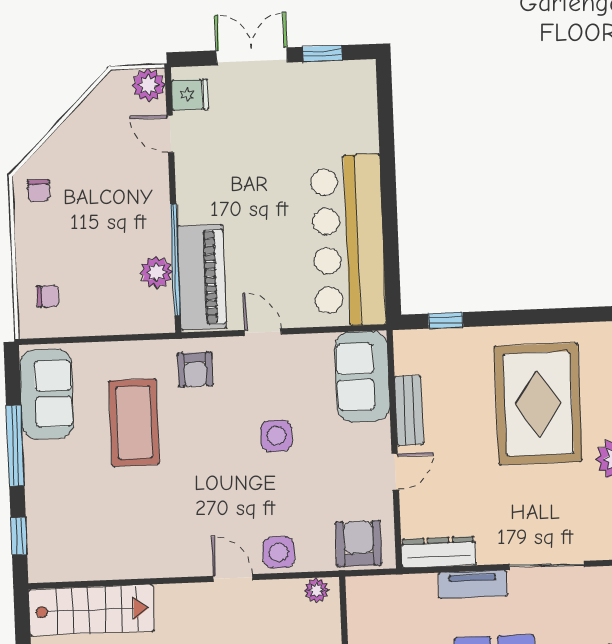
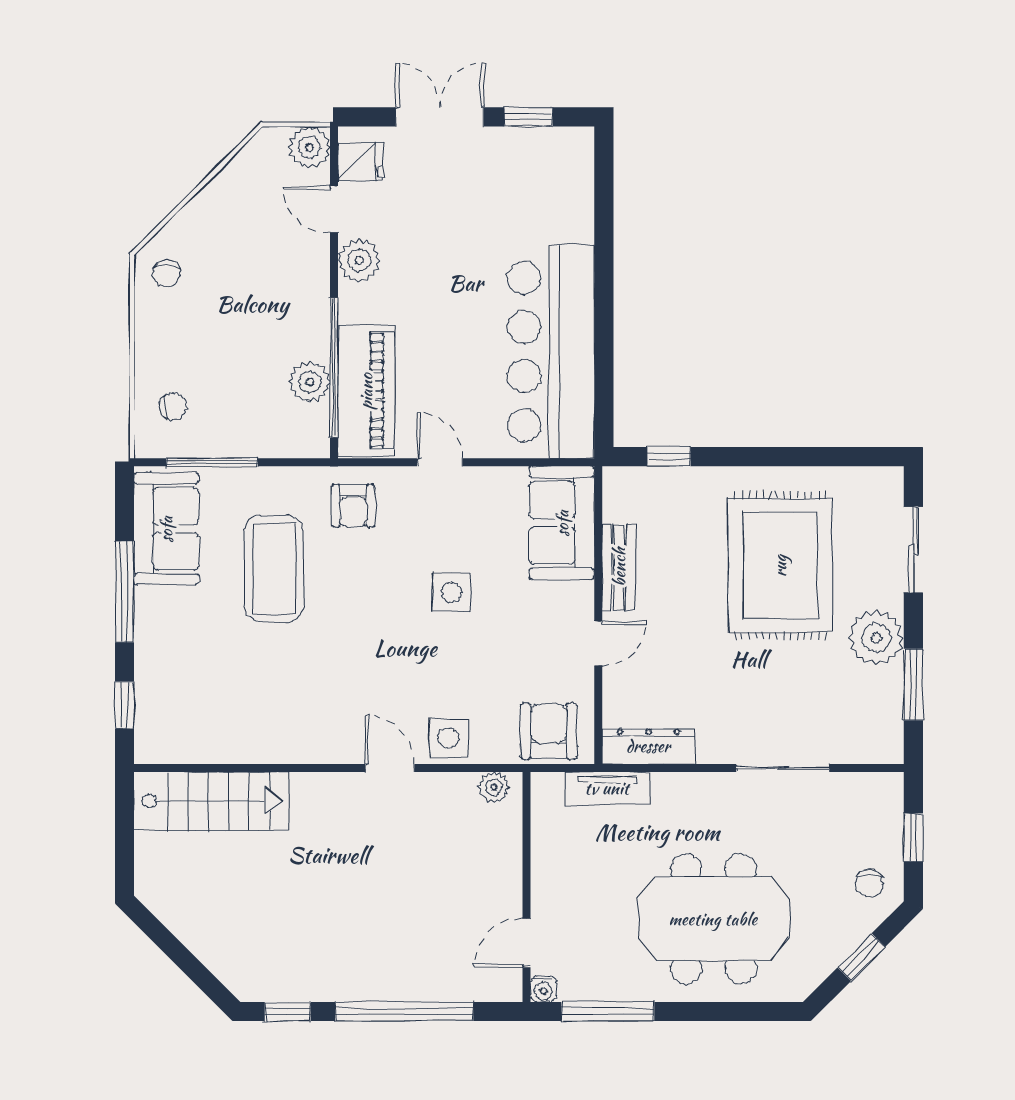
plant: (192, 174) -> (359, 260), added
window: (81, 340) -> (212, 462), added
tv unit: (473, 584) -> (607, 788), moved

